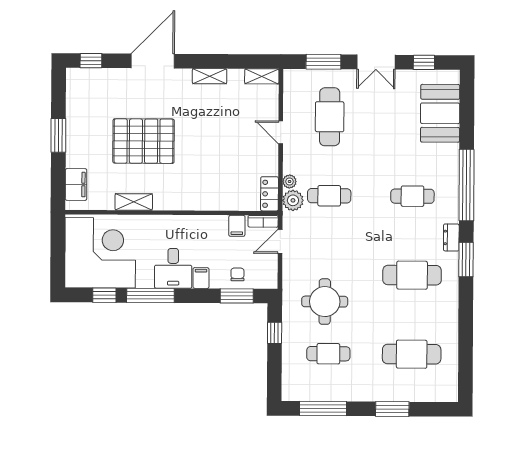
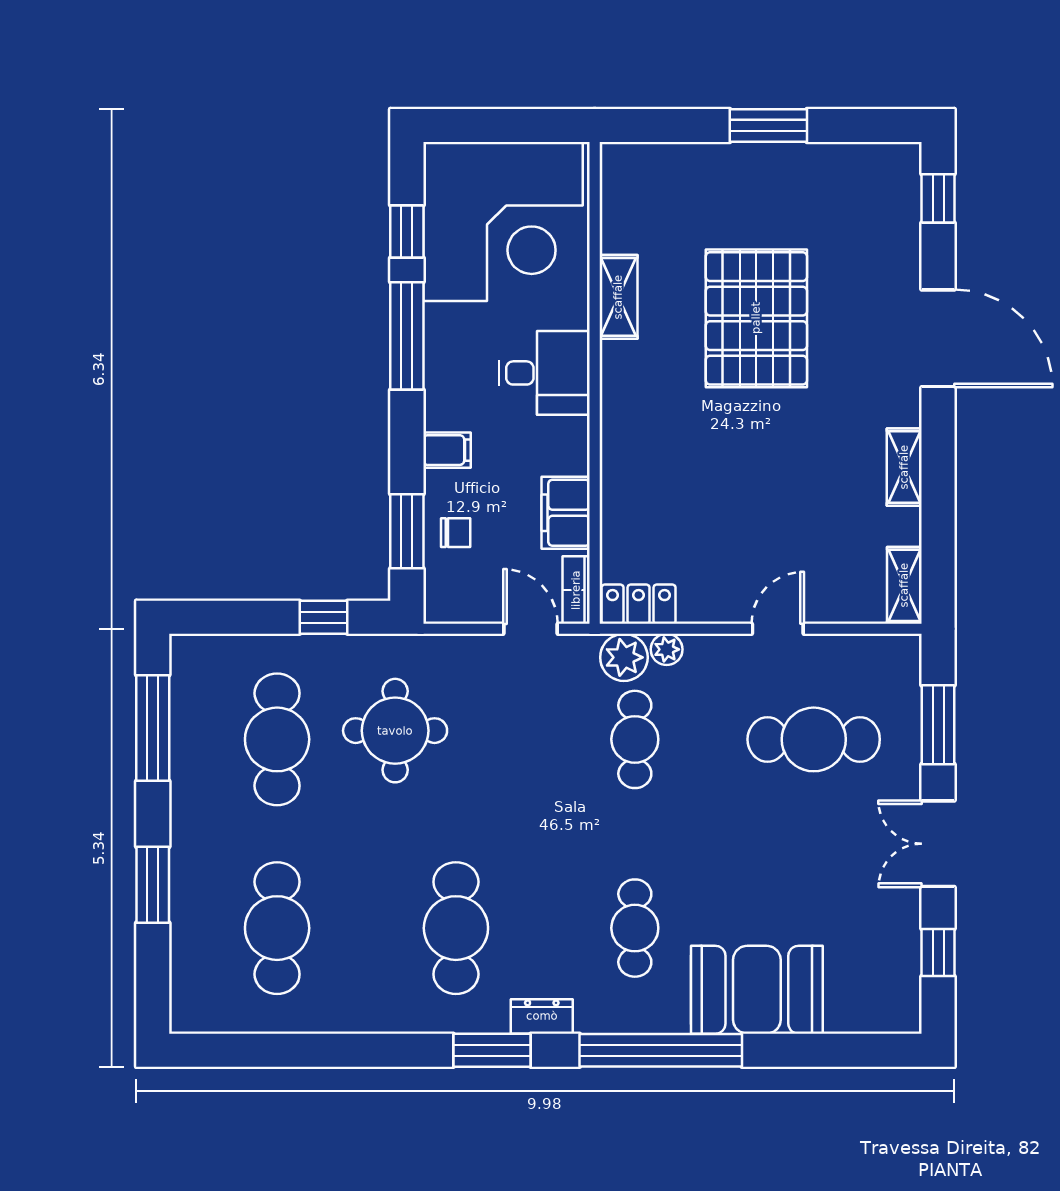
booth: (440, 113) -> (757, 990), moved
filing cabinet: (76, 185) -> (657, 166), removed
filing cabinet: (237, 226) -> (566, 513), width x2.00
desk: (173, 268) -> (544, 373), moved, turned 180
cafe table: (328, 354) -> (277, 739), width x1.37, depth x1.35

